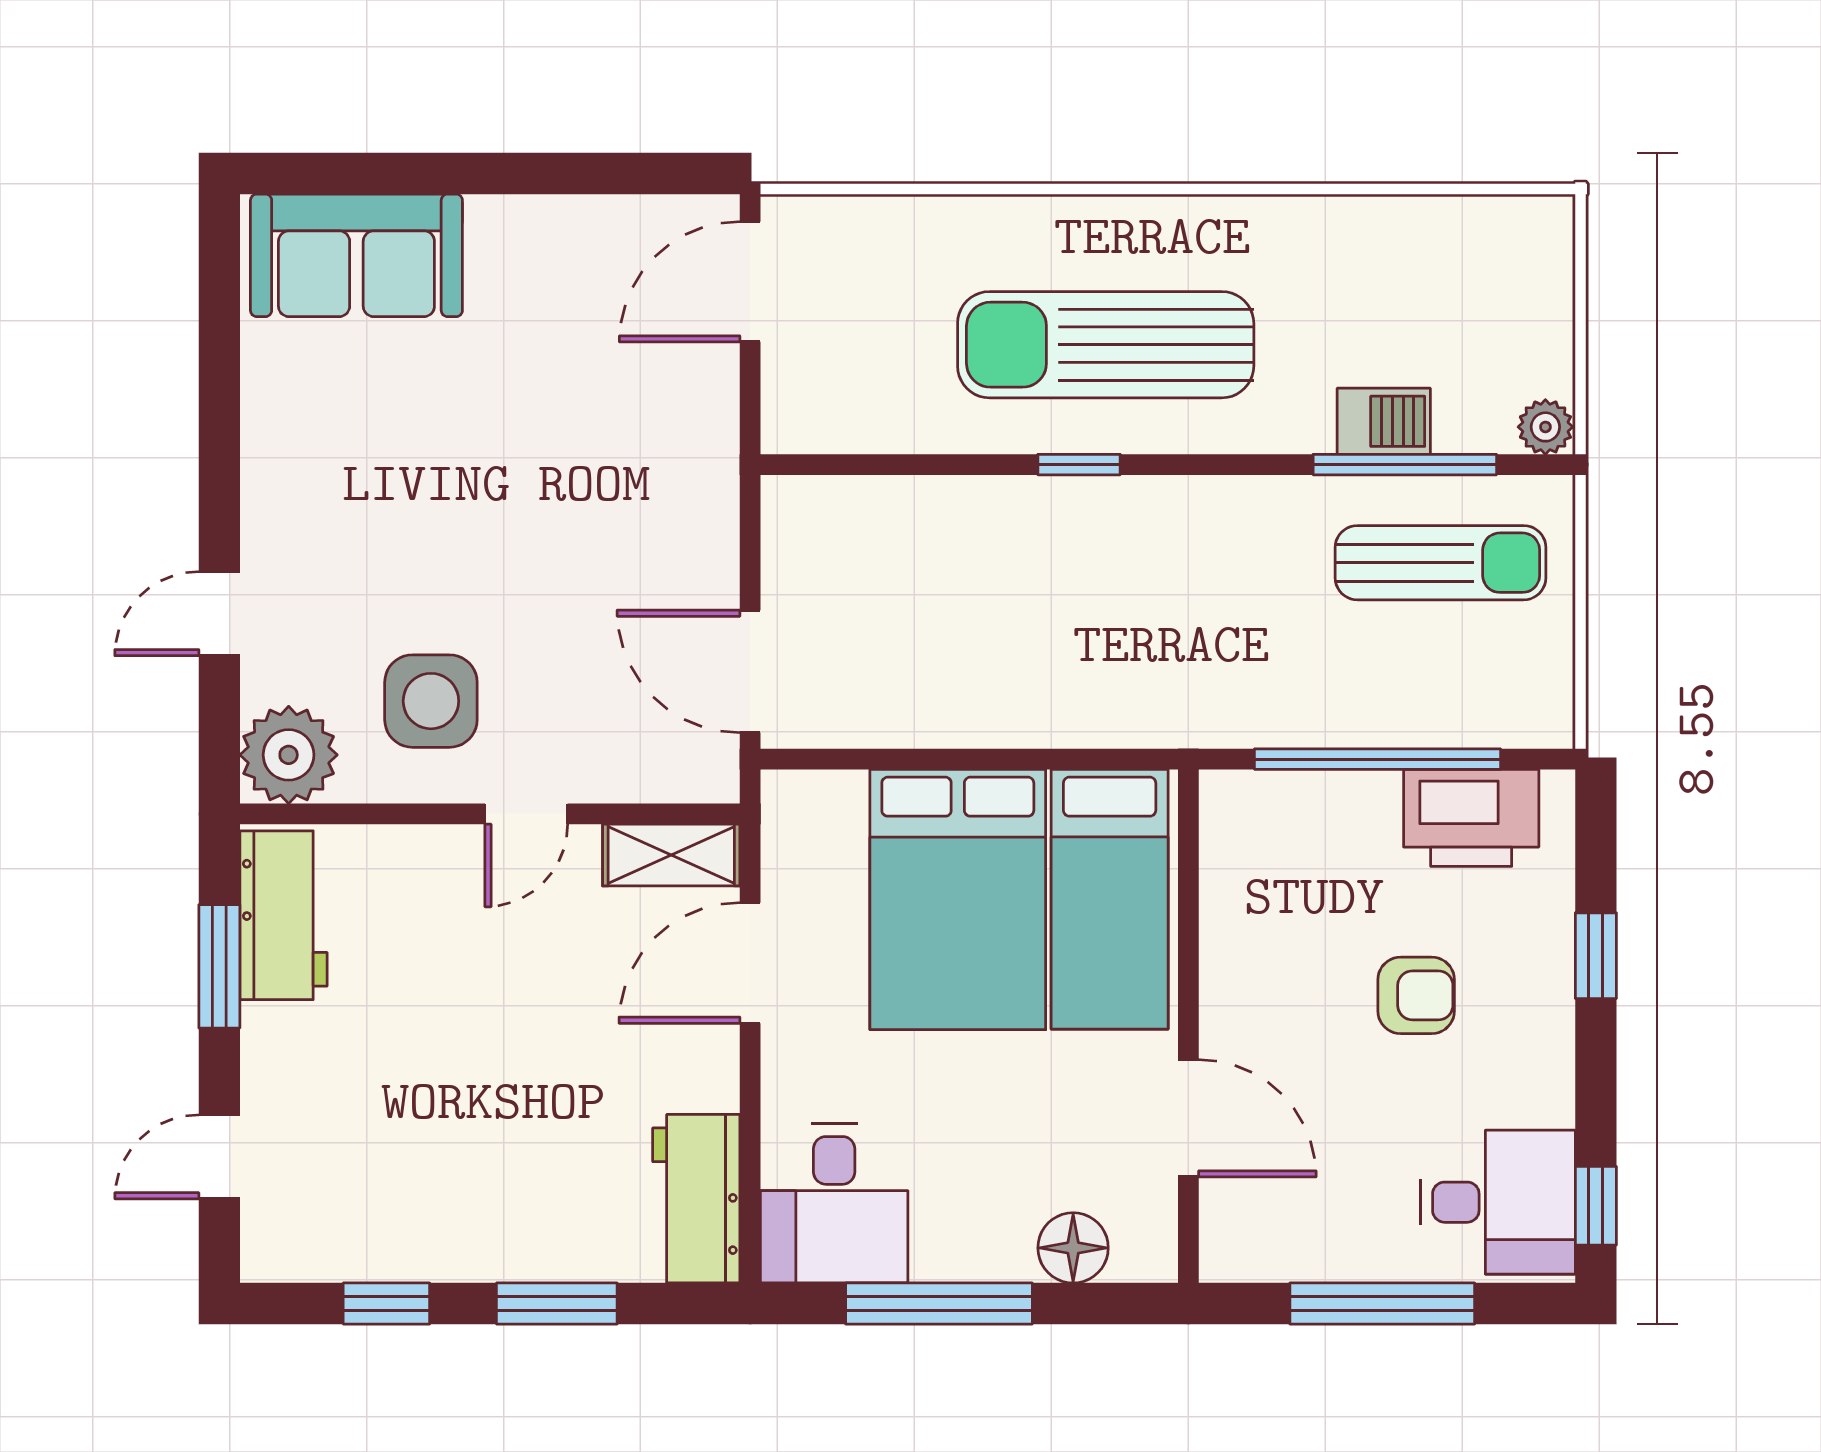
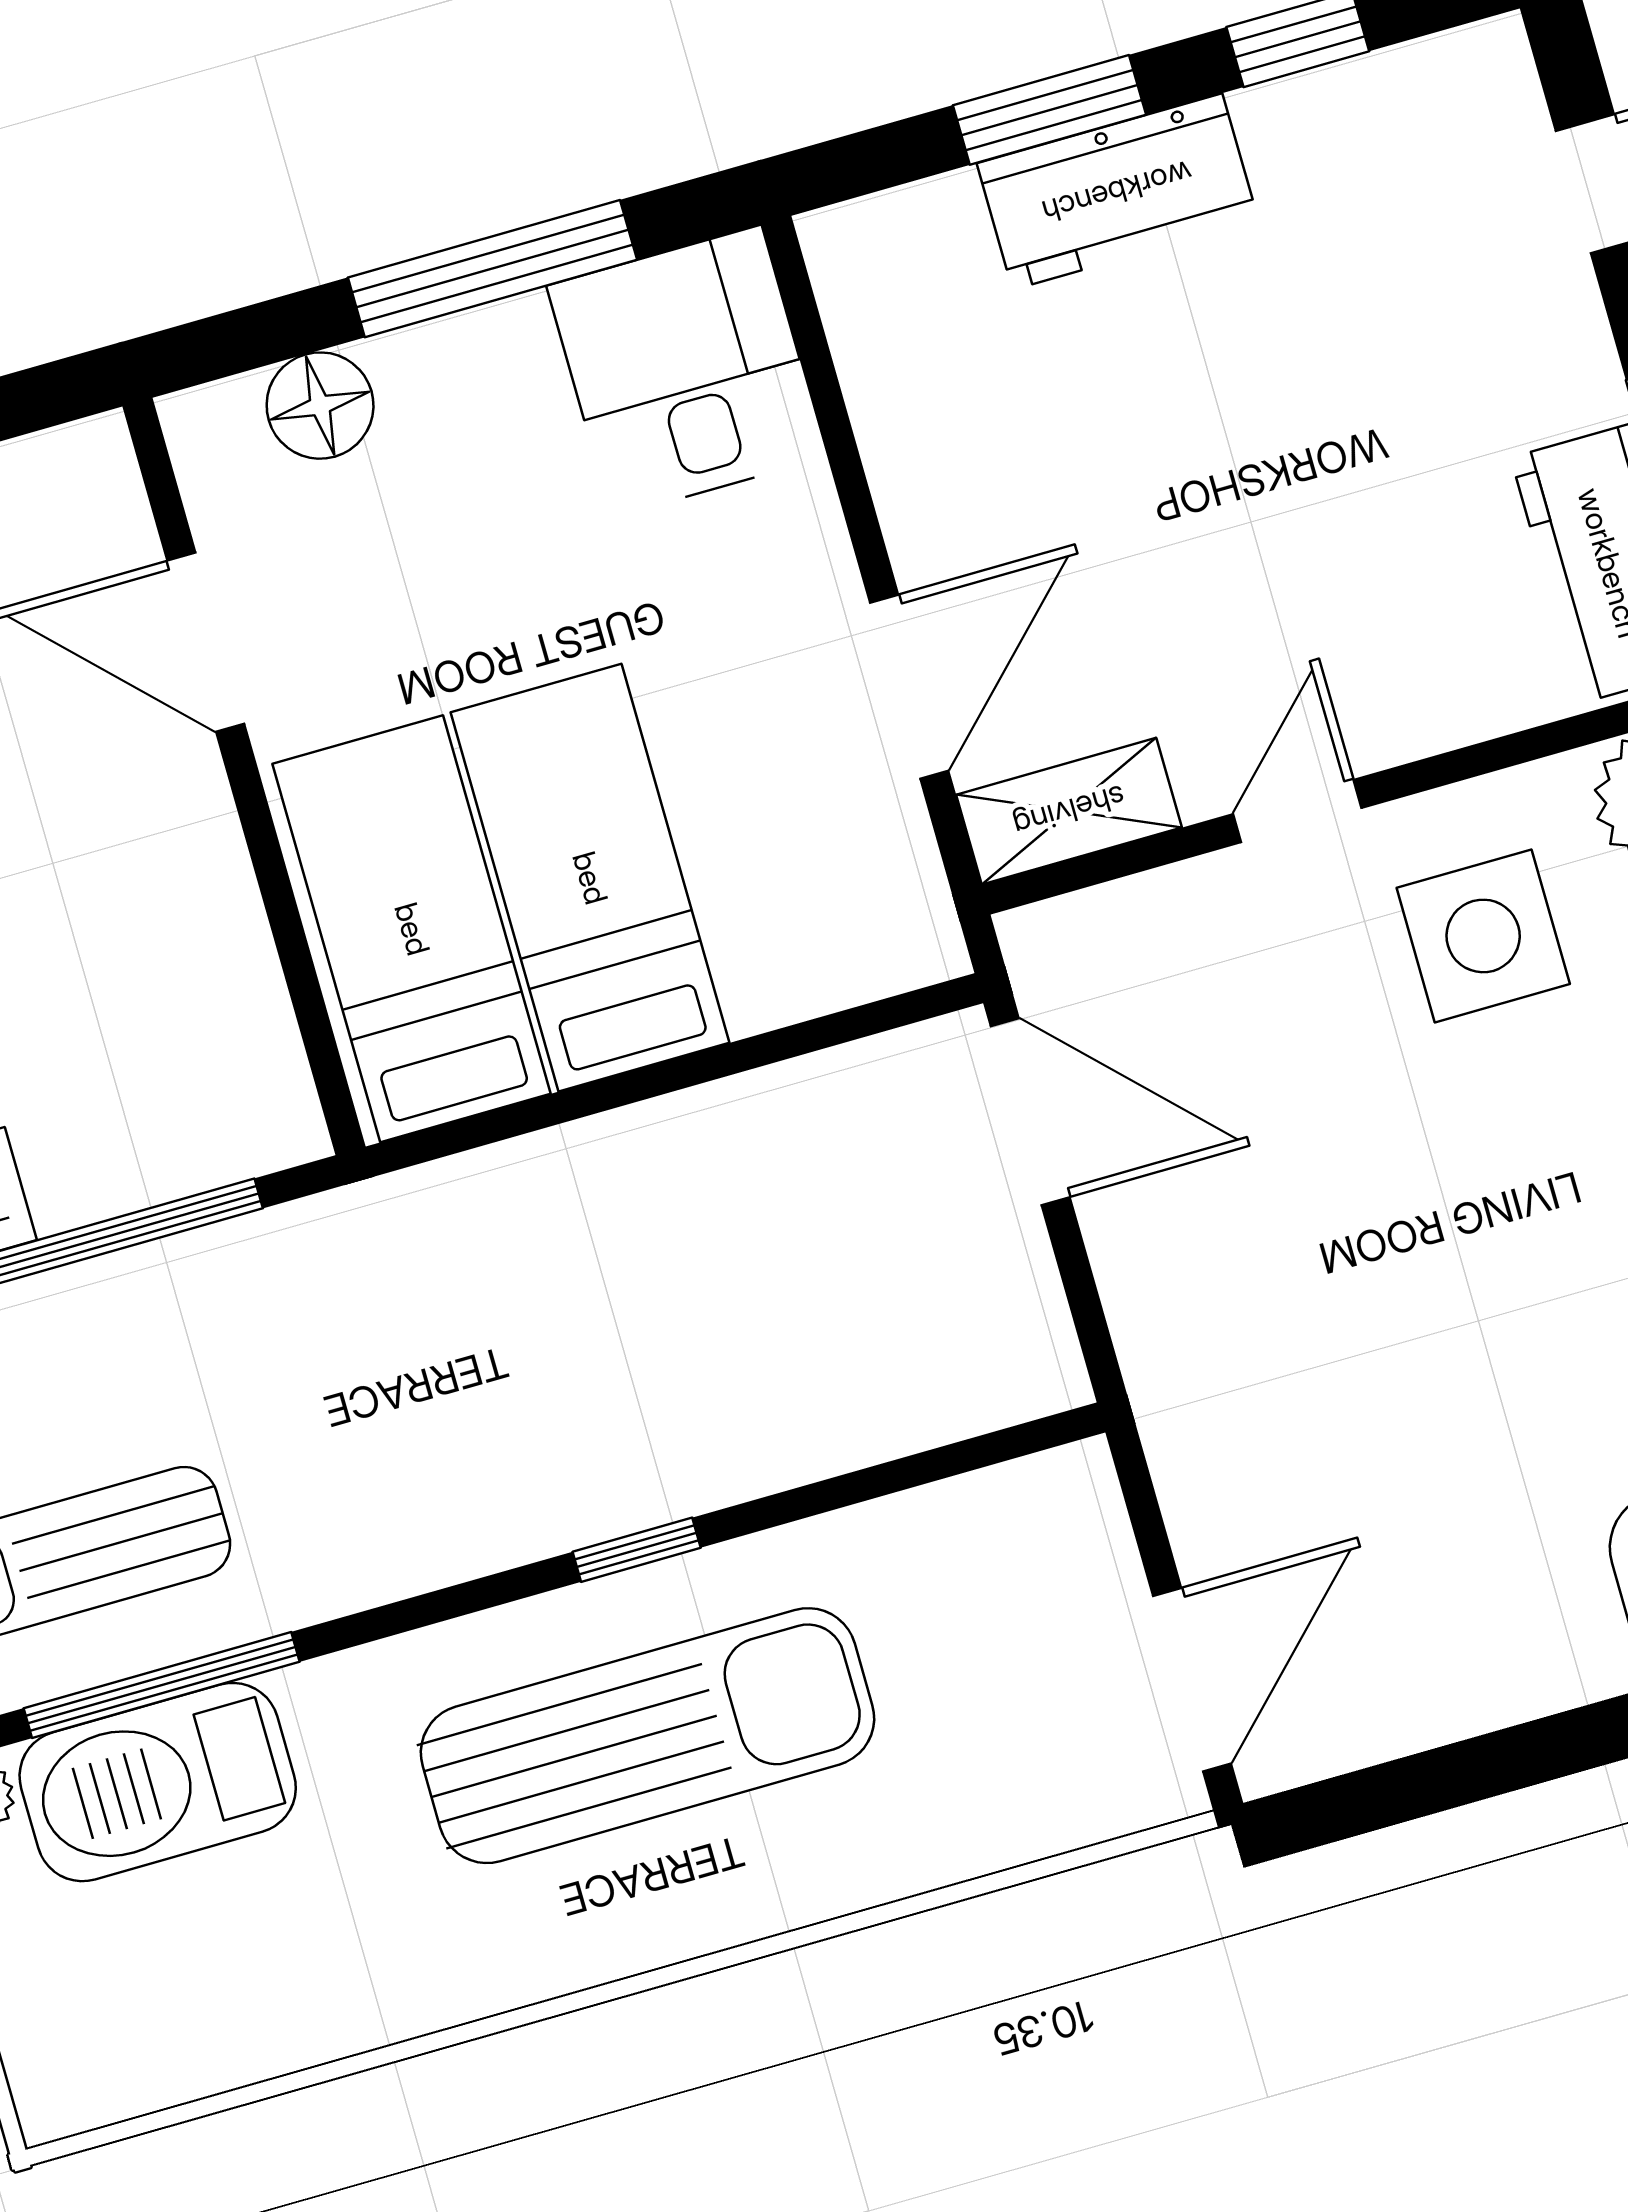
barbecue: (1384, 421) -> (158, 1782), width x1.88, depth x1.53
bed: (958, 900) -> (590, 878), width x0.67
workbench: (696, 1199) -> (1117, 192), moved, turned 90

